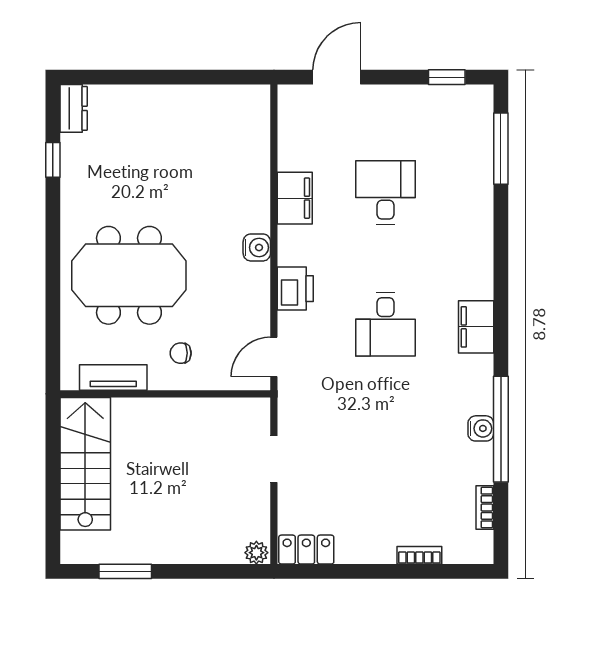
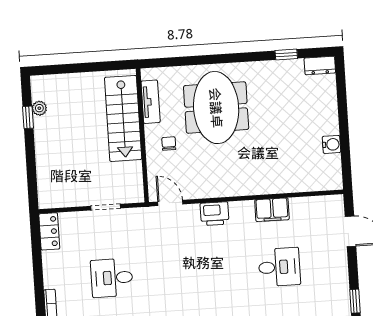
water cooler: (257, 247) -> (332, 144), moved, turned -90
desk: (385, 324) -> (112, 278), moved
stairs: (85, 464) -> (123, 118), moved, turned 90
plant: (256, 553) -> (39, 108), moved
window: (125, 571) -> (28, 117), width x0.67

